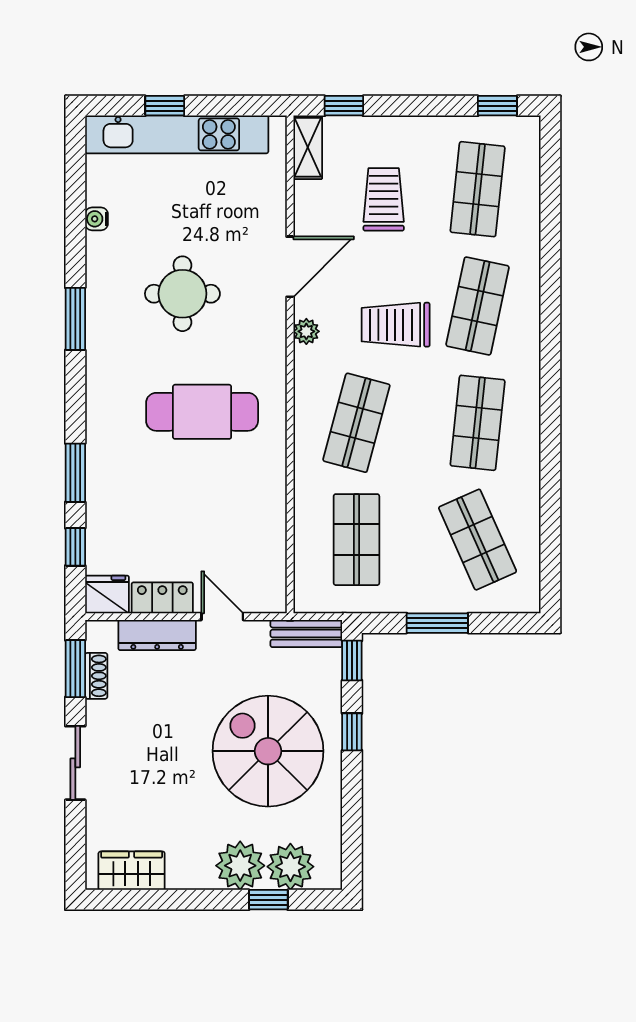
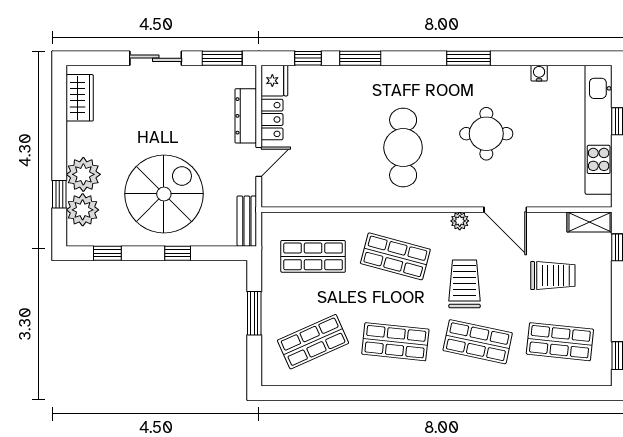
window: (352, 660) -> (107, 253), moved
shoe rack: (96, 676) -> (217, 73), removed

